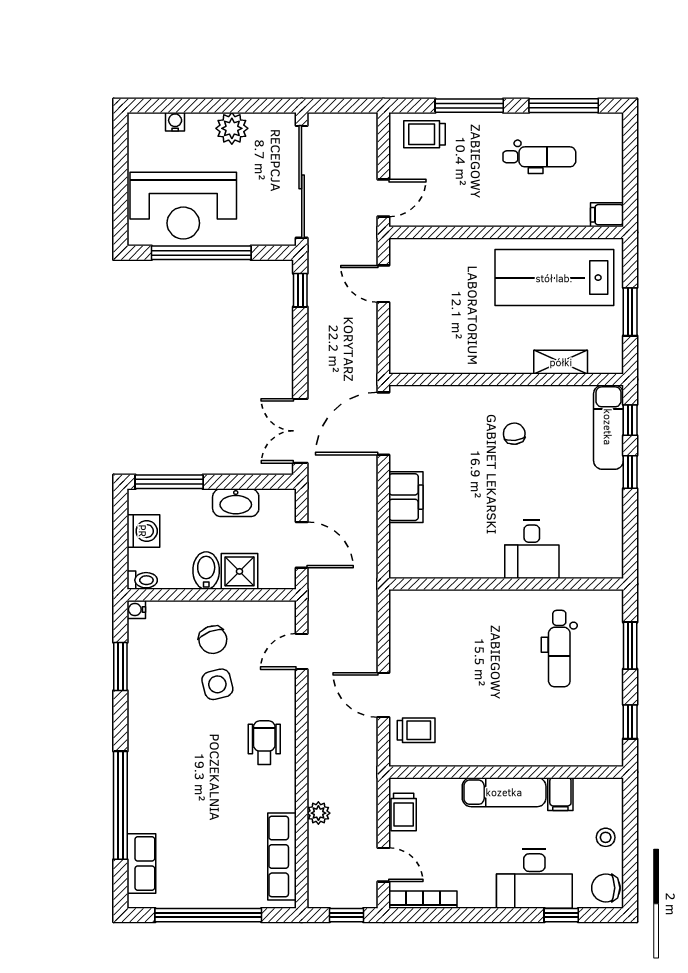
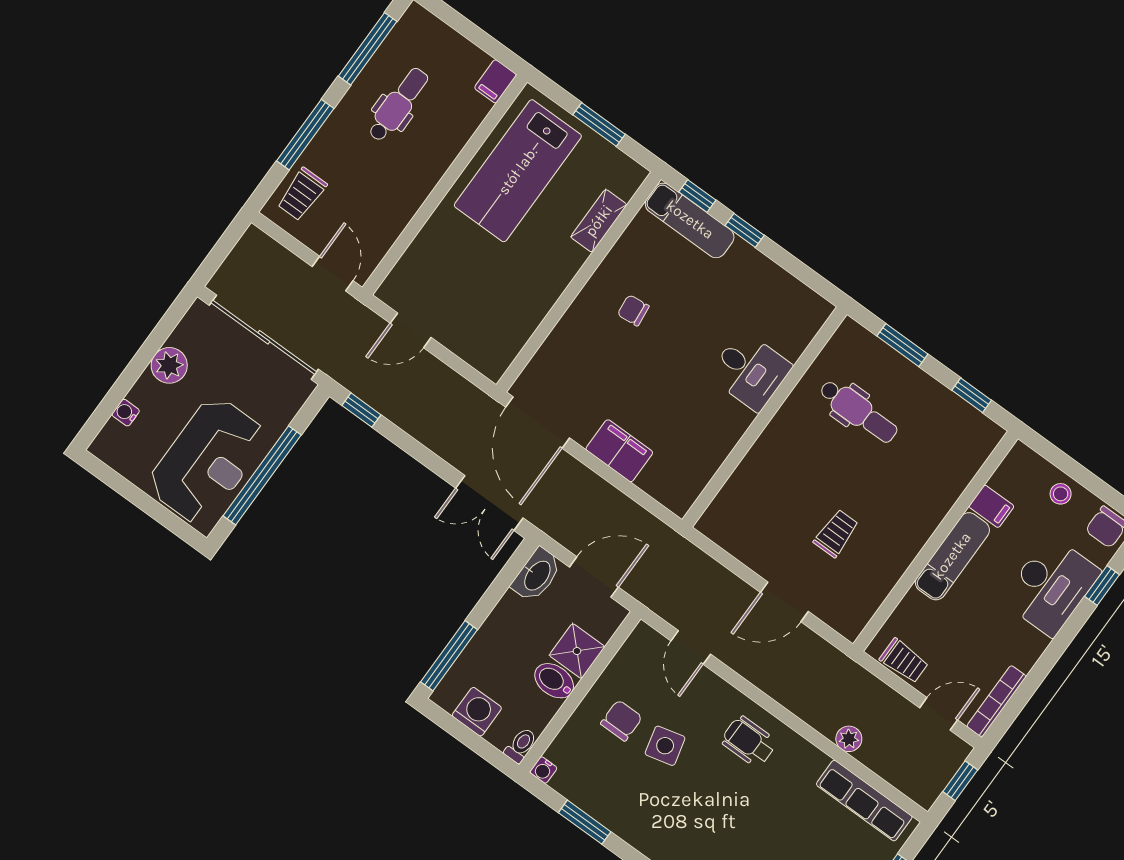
washbasin: (236, 503) -> (537, 575), moved
chair: (213, 640) -> (621, 720), turned -69
trolley: (416, 730) -> (836, 533), moved

